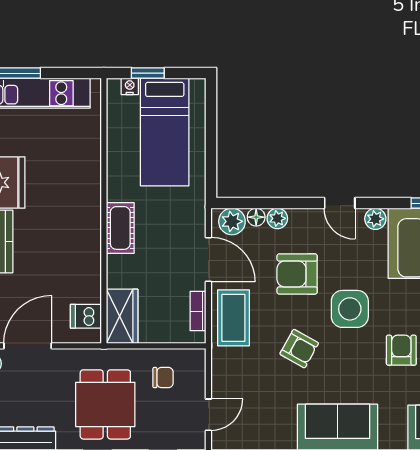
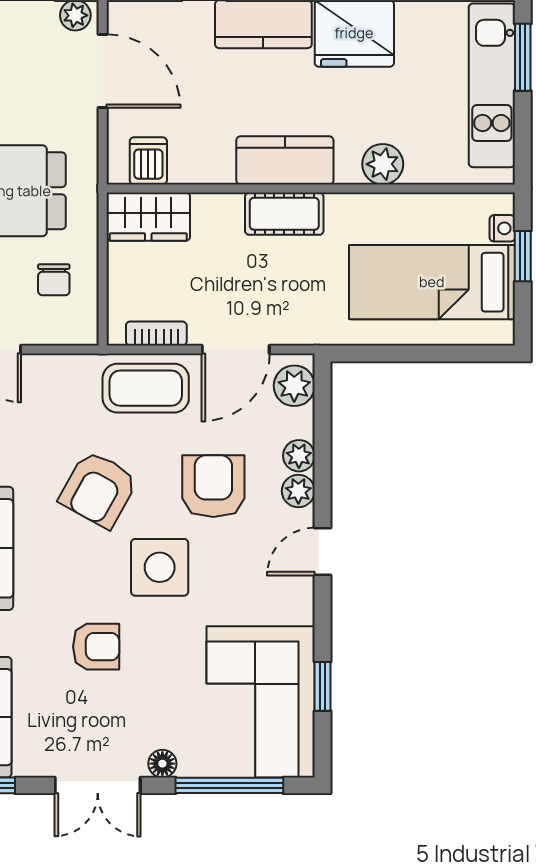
plant: (88, 164) -> (383, 164), added
floor lamp: (256, 217) -> (301, 423), removed
plant: (375, 219) -> (298, 491), moved
kitchen counter: (86, 228) -> (285, 160), added
armchair: (299, 349) -> (98, 489), width x1.38, depth x1.38

